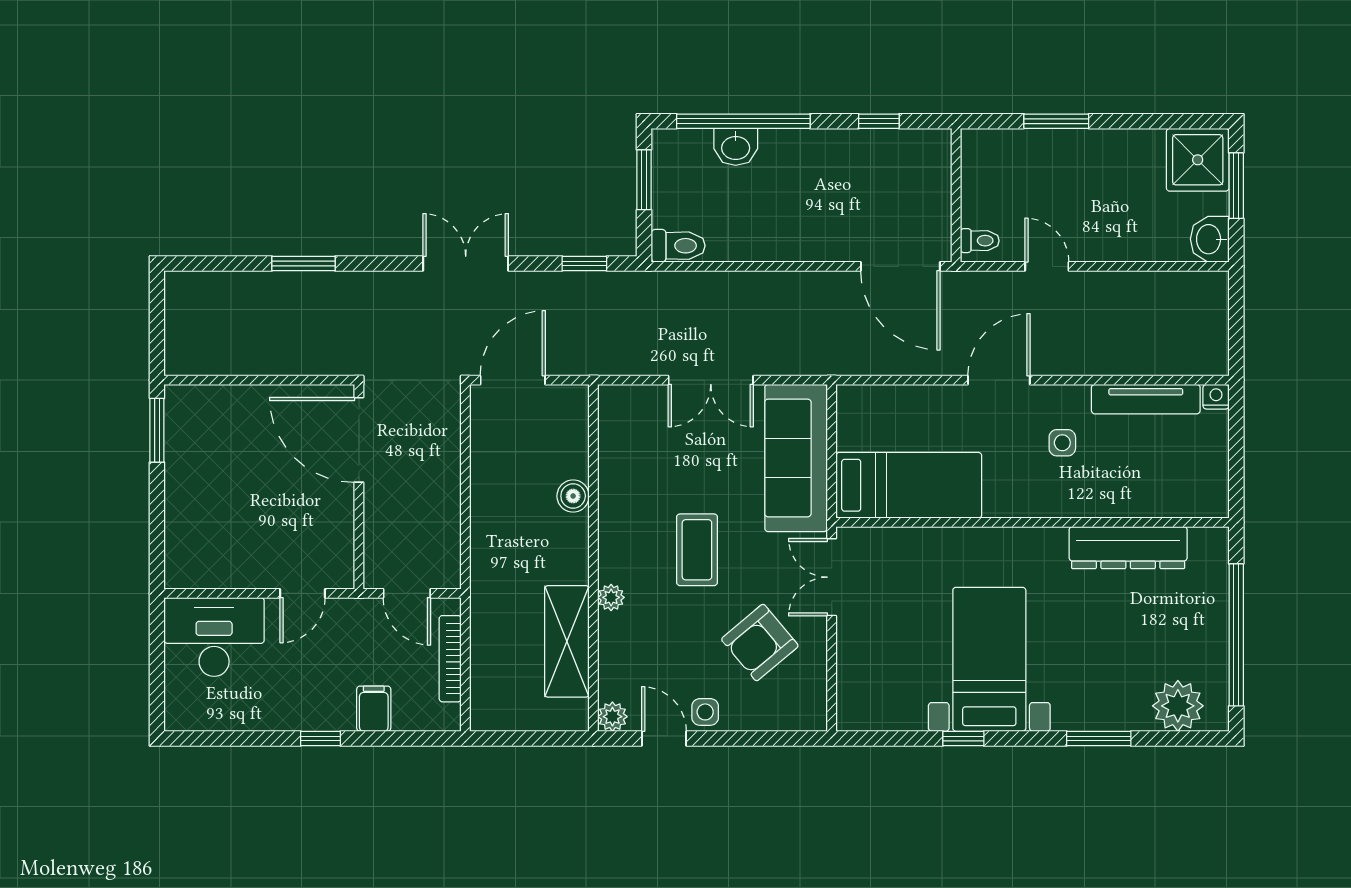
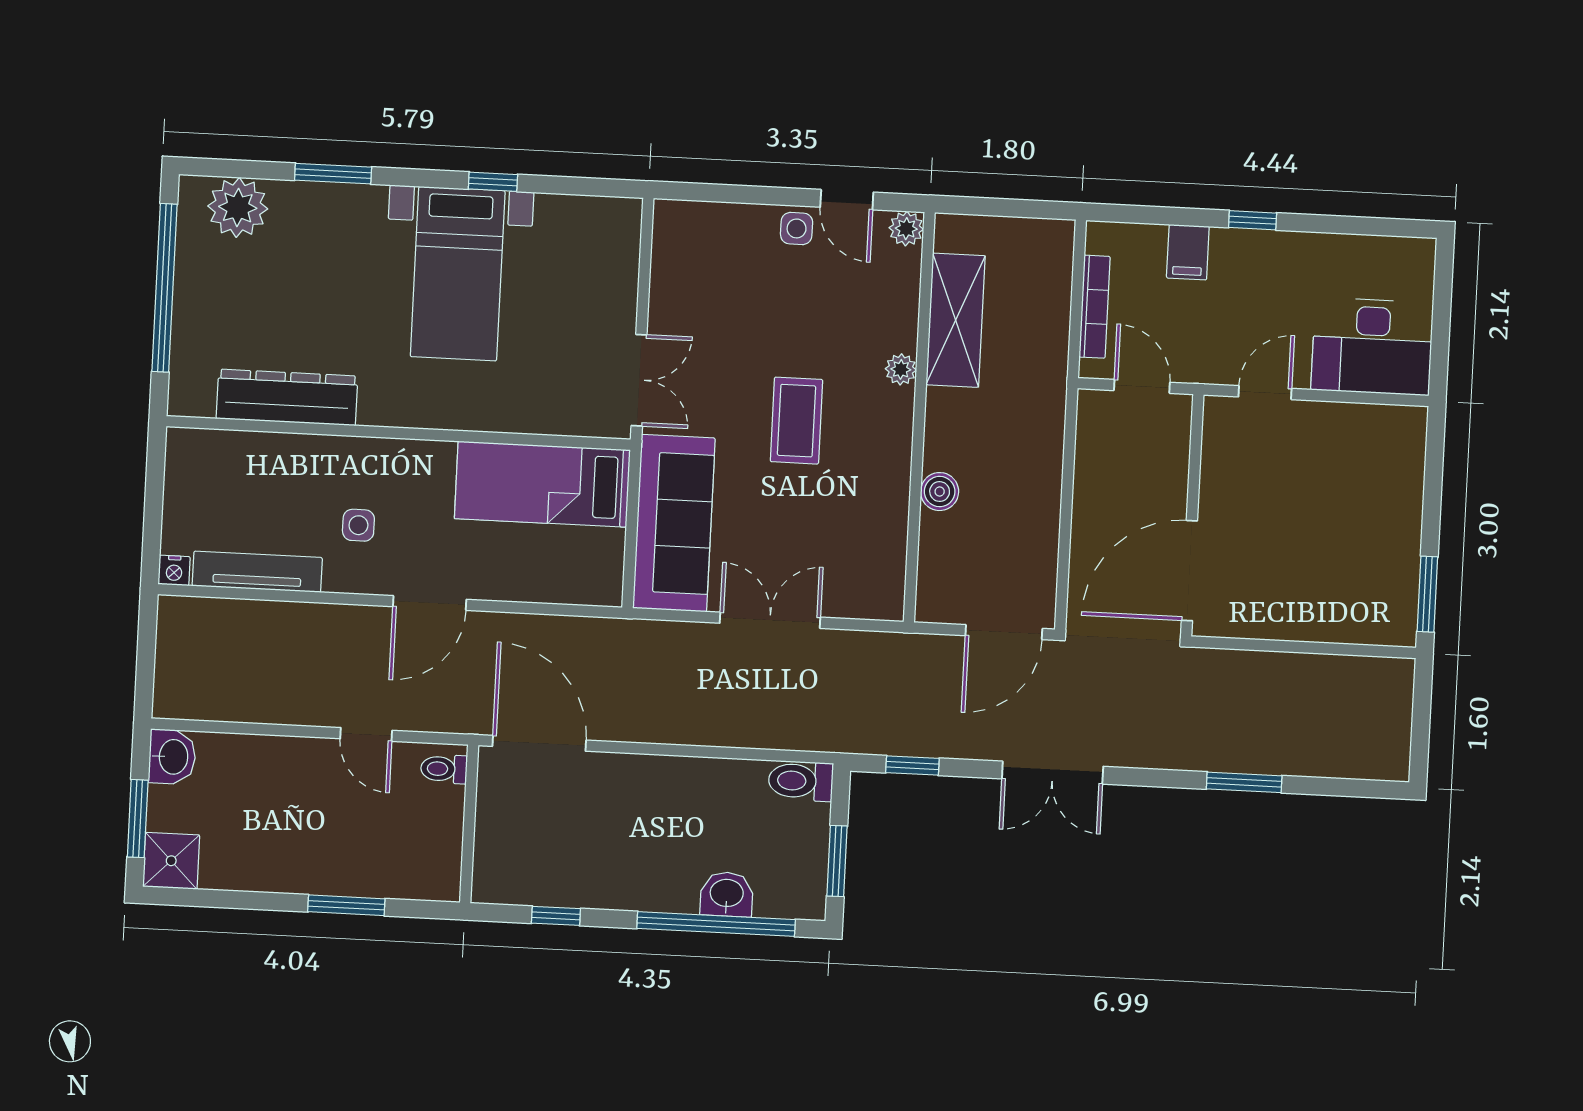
shower: (1198, 160) -> (171, 861), width x0.73, depth x0.73
door: (359, 440) -> (1189, 571), swing flipped
armchair: (760, 643) -> (728, 307), removed

